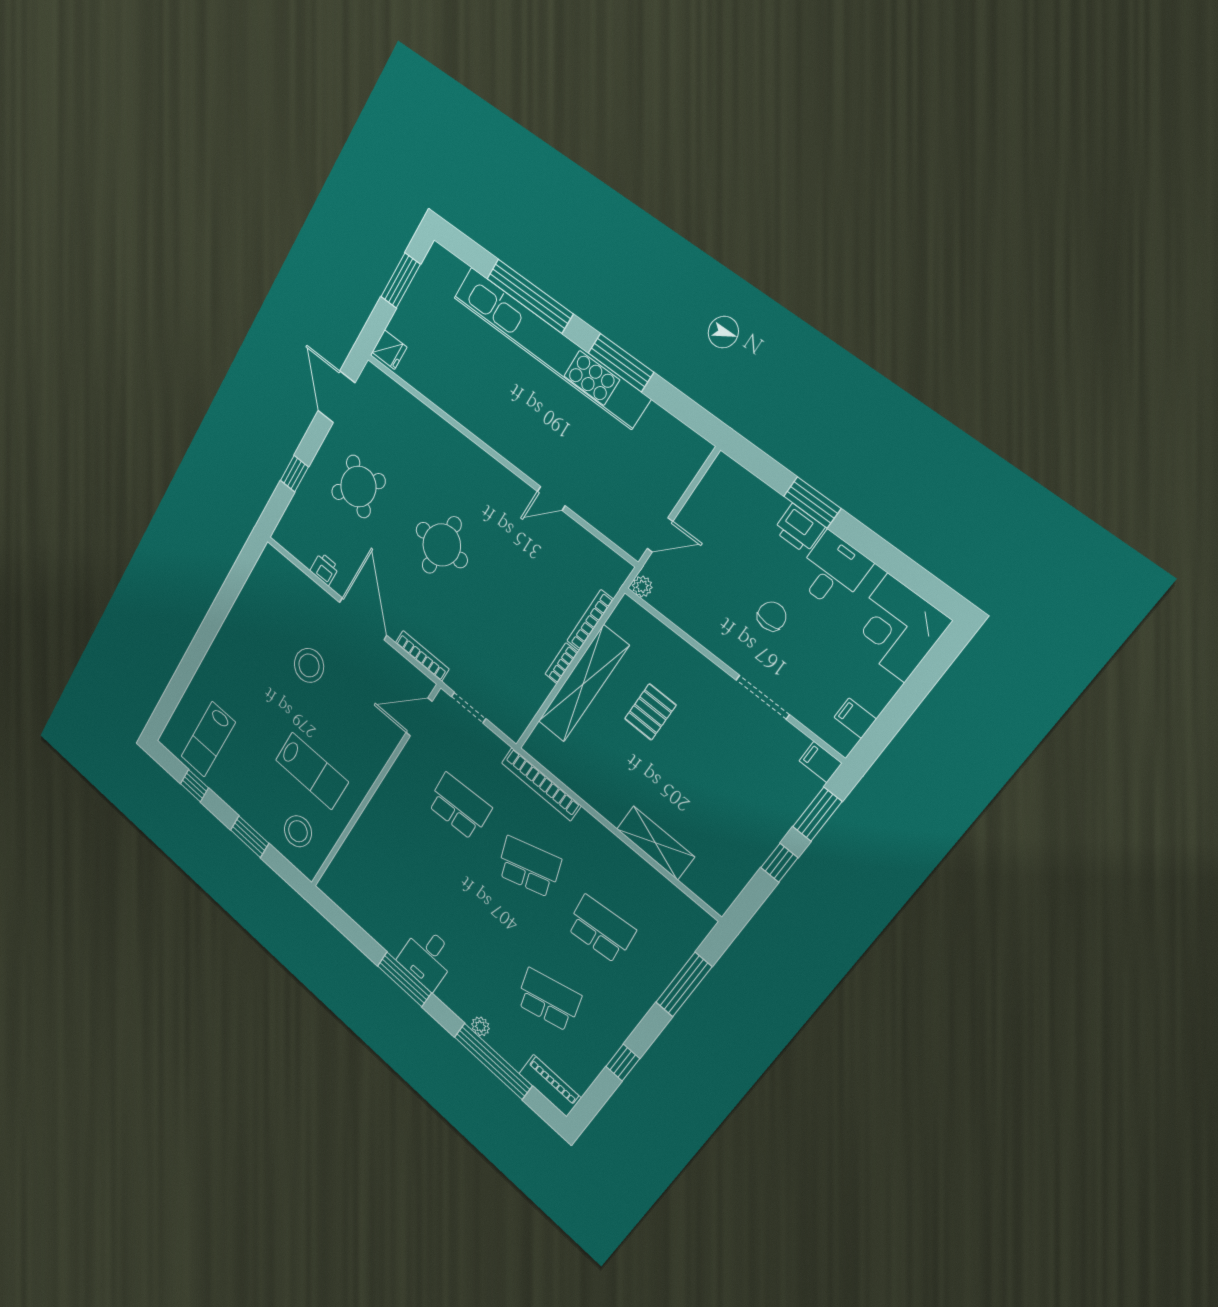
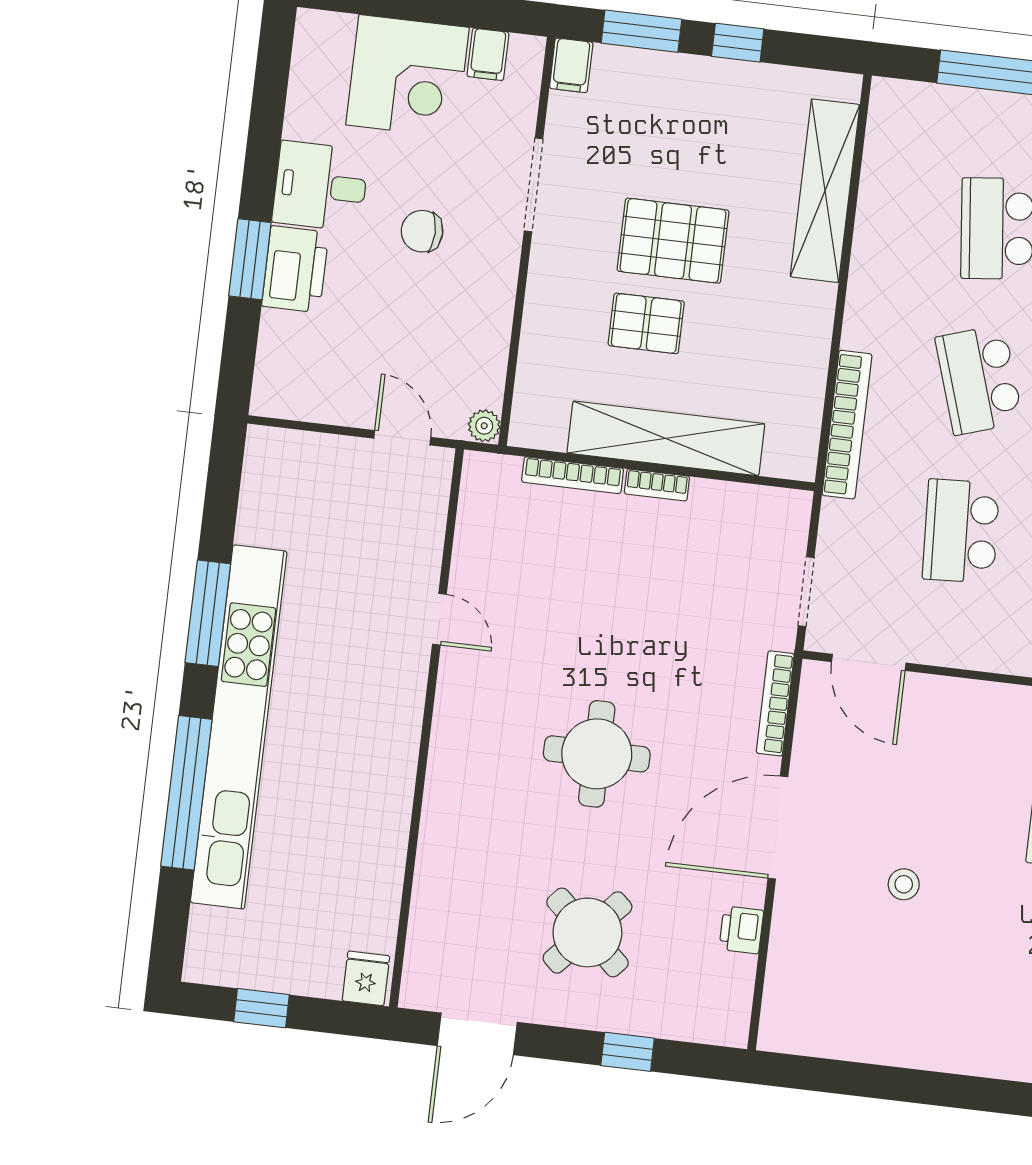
window: (401, 281) -> (262, 1008), width x0.67
printer: (799, 529) -> (295, 269), width x1.37, depth x1.19
corner desk: (896, 628) -> (407, 76), moved
stool: (309, 665) -> (904, 884), width x0.53, depth x0.53
pallet: (688, 756) -> (673, 241), added
shelving: (655, 843) -> (825, 191), width x1.47

